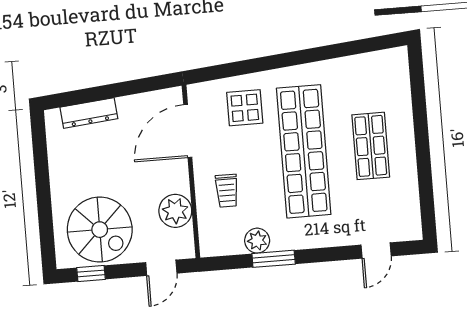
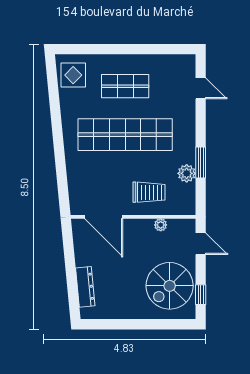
display table: (245, 108) -> (73, 75), moved
trolley: (227, 191) -> (149, 192), width x1.36, depth x1.39
plant: (175, 211) -> (161, 225), width x0.53, depth x0.53
spiral stairs: (100, 230) -> (170, 286), turned 180

